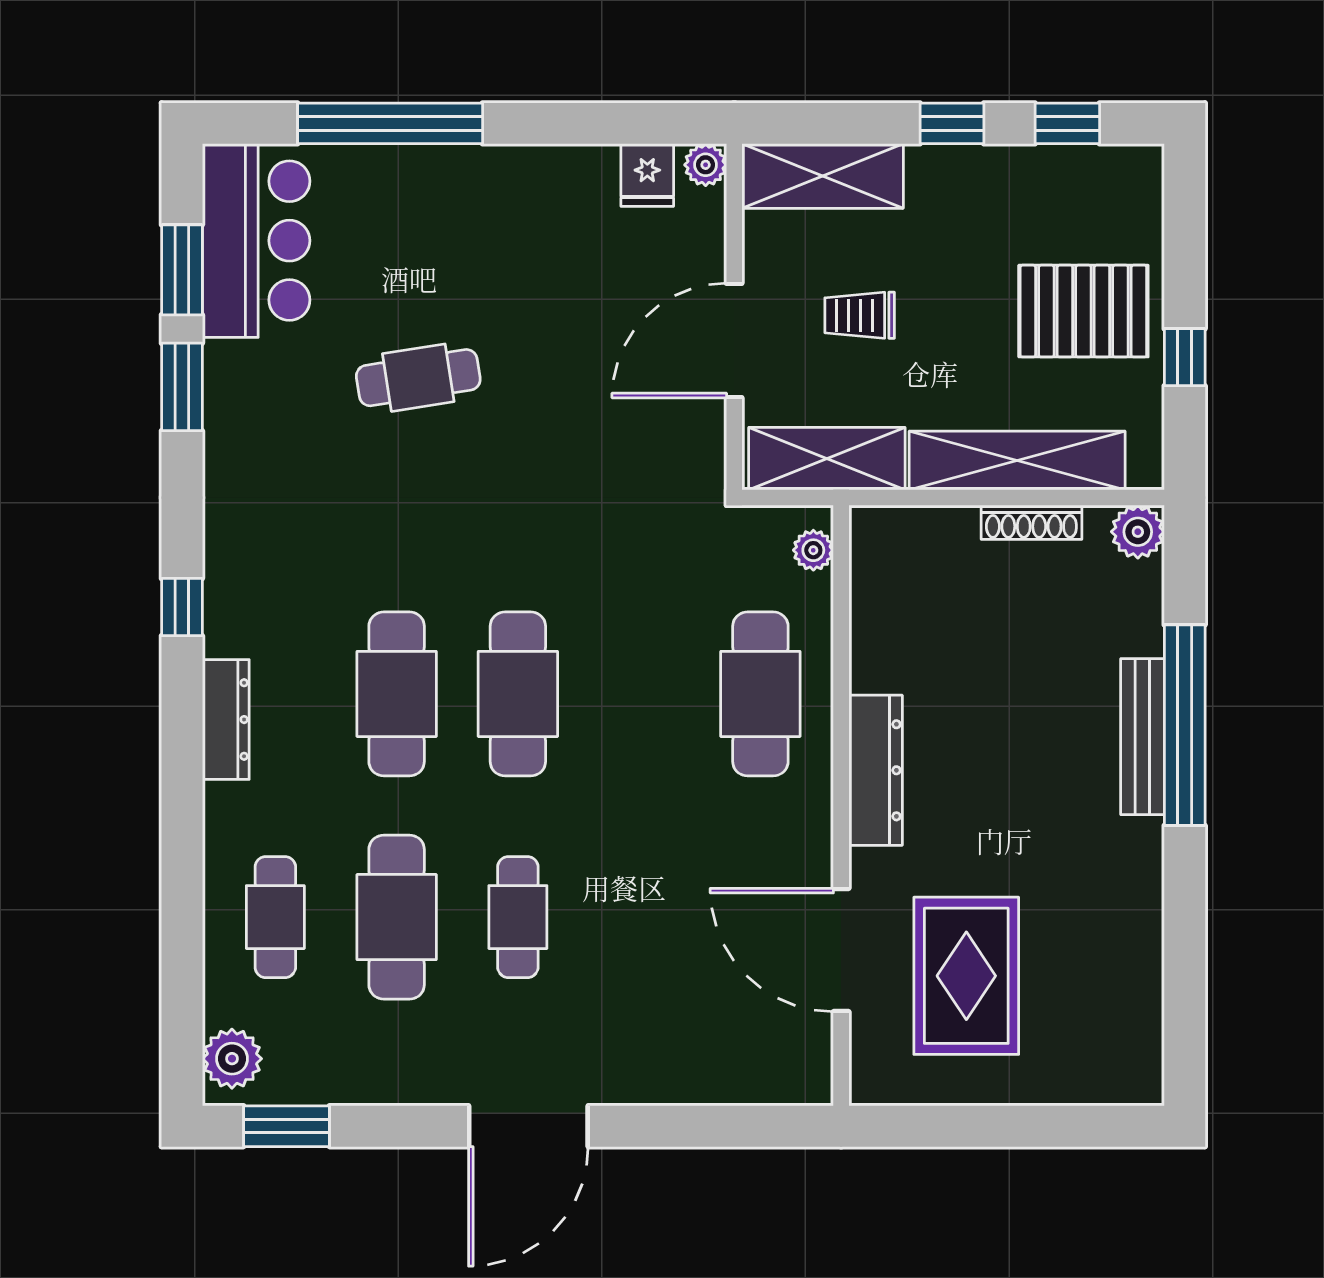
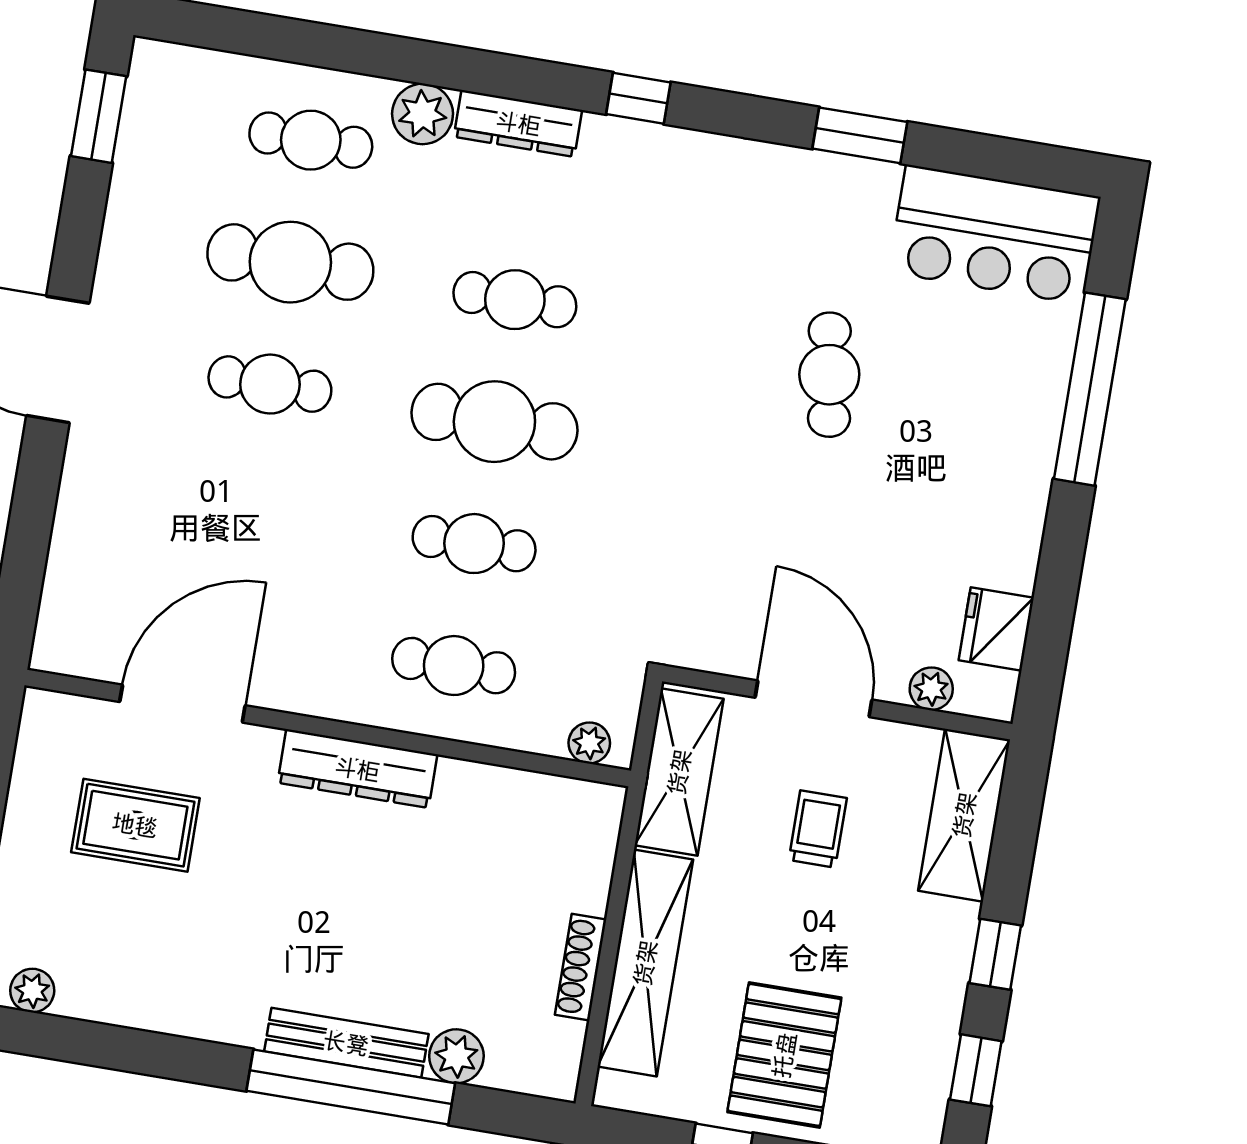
plant: (706, 165) -> (931, 689), moved
fridge: (647, 175) -> (996, 629), width x1.38
window: (182, 270) -> (978, 155), removed
plant: (1138, 532) -> (456, 1056), moved
cafe table: (397, 694) -> (515, 300), width x0.73, depth x0.74
cafe table: (639, 694) -> (474, 544), added
cafe table: (760, 694) -> (454, 666), width x0.73, depth x0.74
rug: (966, 976) -> (135, 825), width x0.73, depth x0.70
plant: (1143, 1049) -> (32, 991), added
plant: (232, 1059) -> (423, 114), moved

